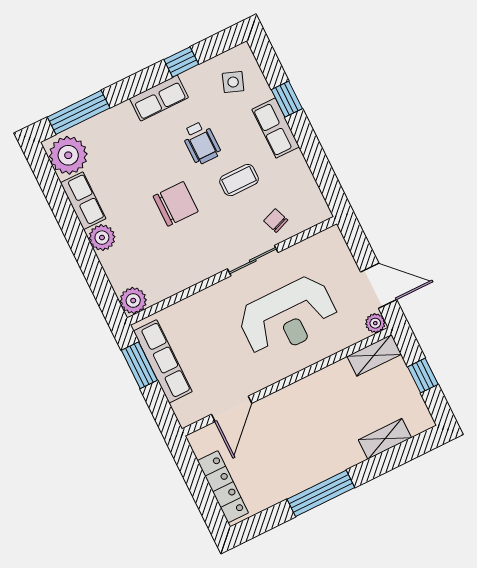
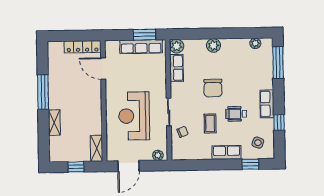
window: (287, 99) -> (250, 164), moved
plant: (68, 155) -> (255, 43), width x0.53, depth x0.53
row of seats: (83, 201) -> (177, 68), moved, turned -90
plant: (375, 323) -> (158, 155), moved
shelving: (385, 439) -> (54, 123), moved
locker: (223, 487) -> (83, 47), moved

